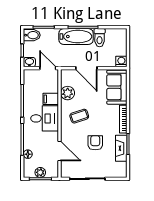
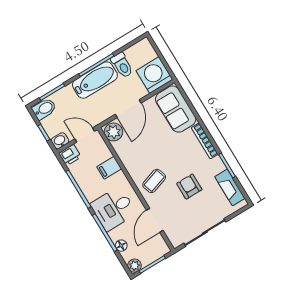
washing machine: (121, 62) -> (154, 75), width x1.89, depth x1.89
door: (86, 68) -> (128, 109), hinge flipped
printer: (30, 75) -> (70, 155), added
plant: (68, 93) -> (113, 132), moved
coffee table: (79, 116) -> (154, 181), moved
desk: (45, 118) -> (113, 209), moved, turned 180
fireplace: (121, 148) -> (230, 187), moved
door: (59, 151) -> (155, 220), swing flipped
plant: (40, 172) -> (134, 266), moved

